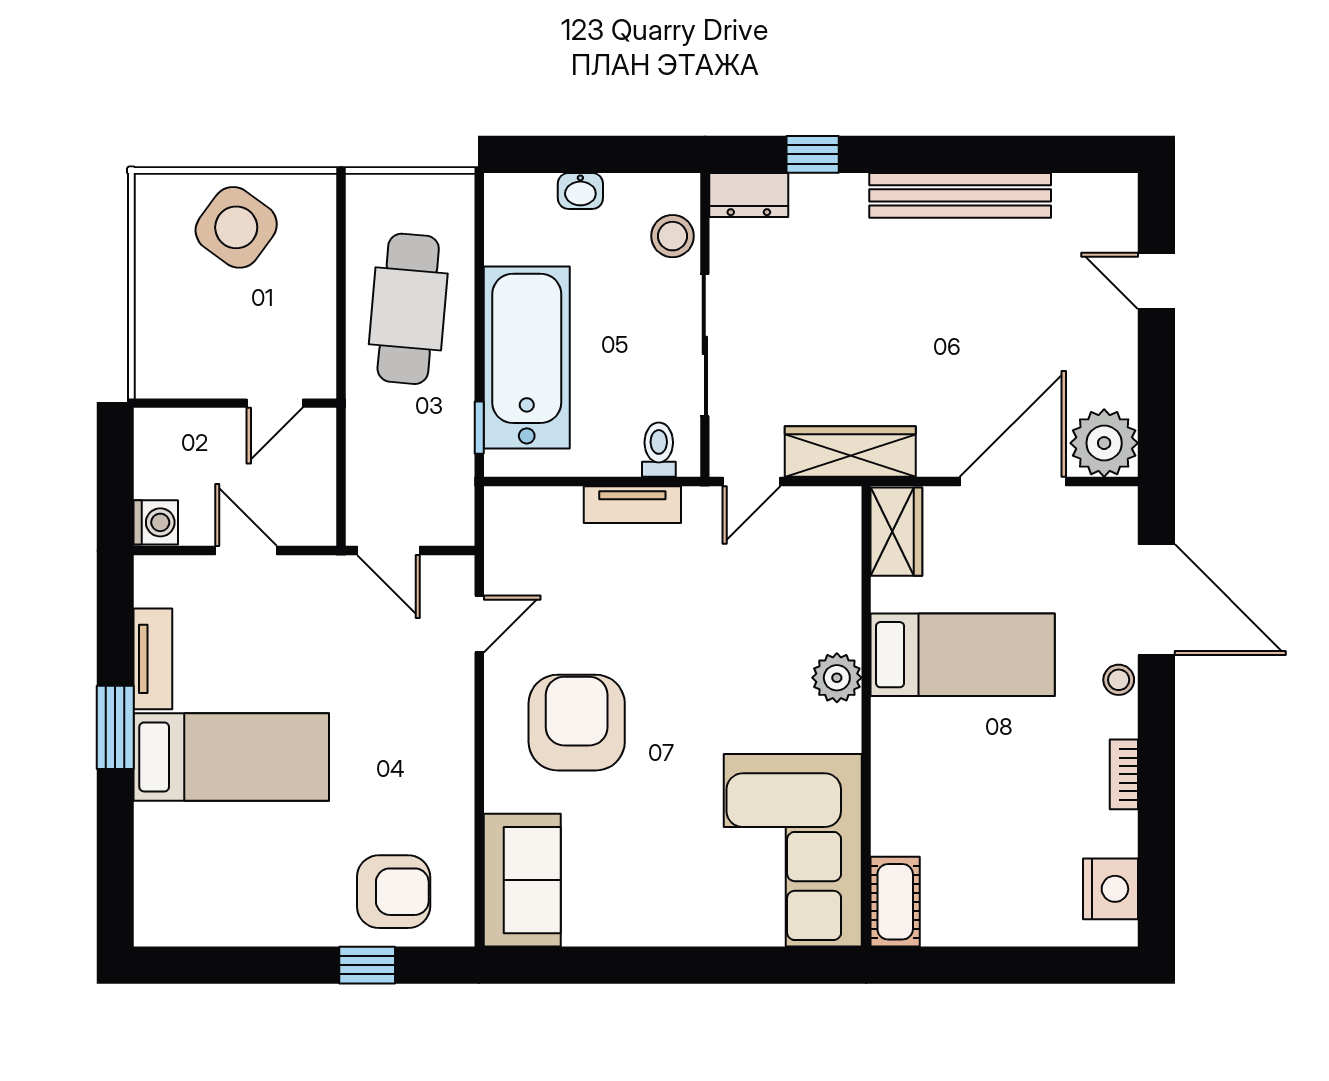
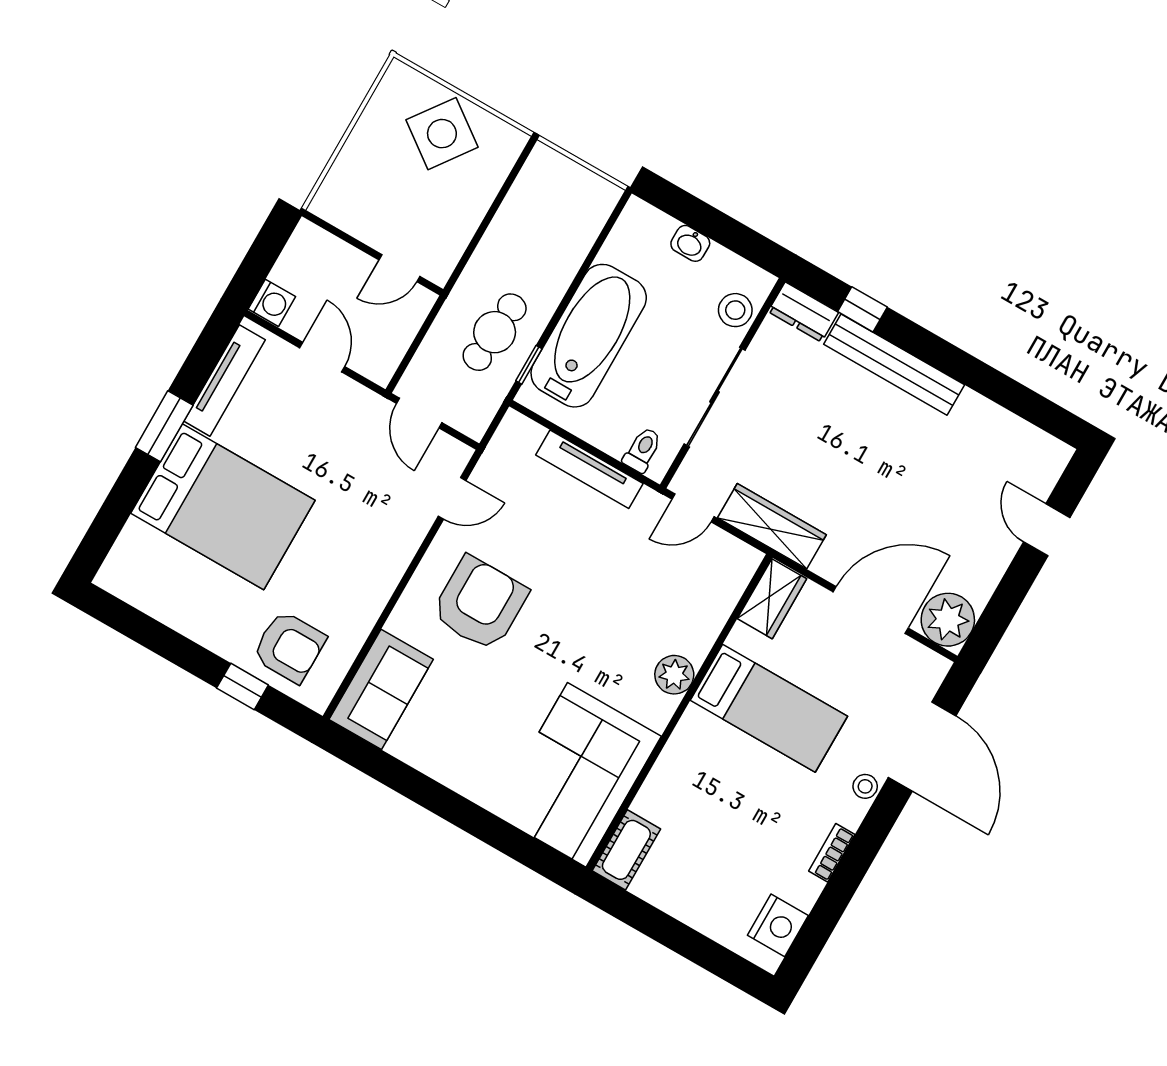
bench: (960, 195) -> (894, 365), moved
cafe table: (408, 309) -> (495, 332), moved, width x0.73, depth x0.74
tv unit: (632, 505) -> (589, 469), width x1.41
tv unit: (153, 659) -> (225, 380), width x1.41
bed: (231, 757) -> (223, 507), width x1.50

